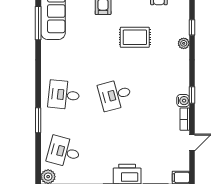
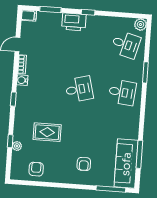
rug: (135, 37) -> (47, 132), moved
plant: (184, 43) -> (17, 146), moved
window: (192, 95) -> (13, 99), moved

